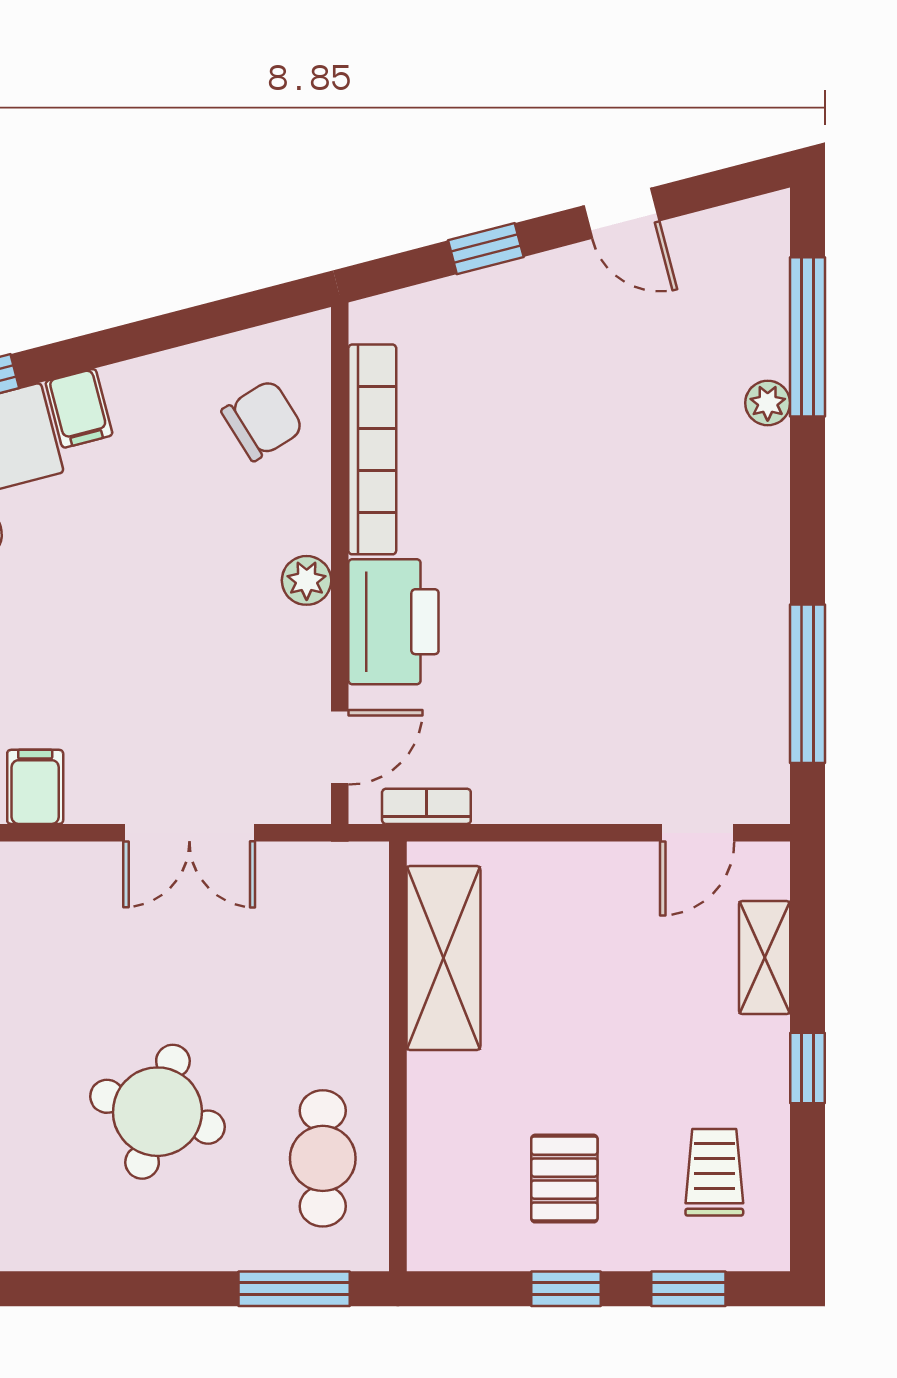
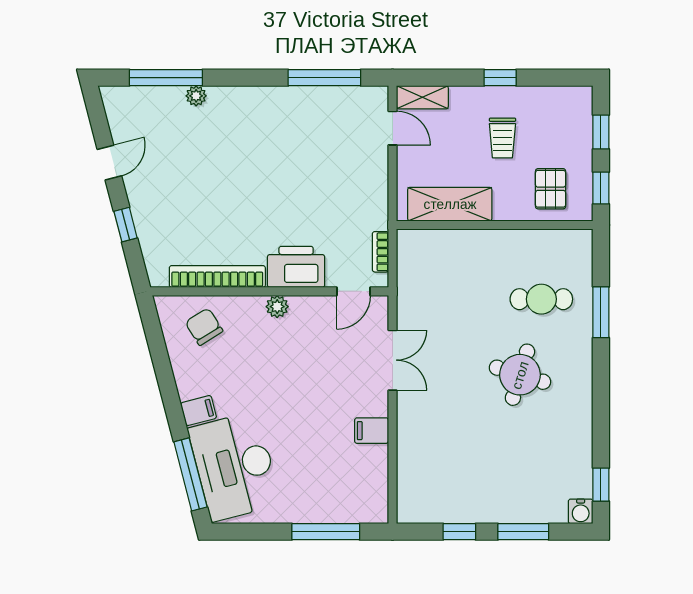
door: (340, 747) -> (353, 291), swing flipped
shelving: (443, 958) -> (450, 204), moved
shelving: (765, 958) -> (422, 97), moved
wall: (398, 1056) -> (495, 225), moved
trolley: (714, 1172) -> (502, 138), moved, turned -90
pallet: (564, 1179) -> (551, 189), turned 90

